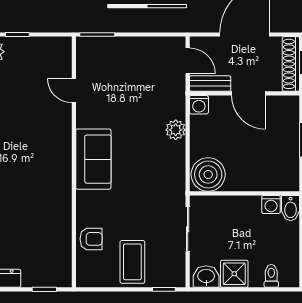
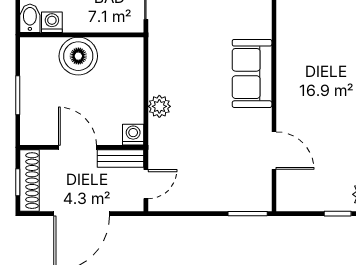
door: (188, 61) -> (146, 184), swing flipped
door: (74, 91) -> (274, 151), width x1.38
boiler: (208, 174) -> (78, 56), moved

